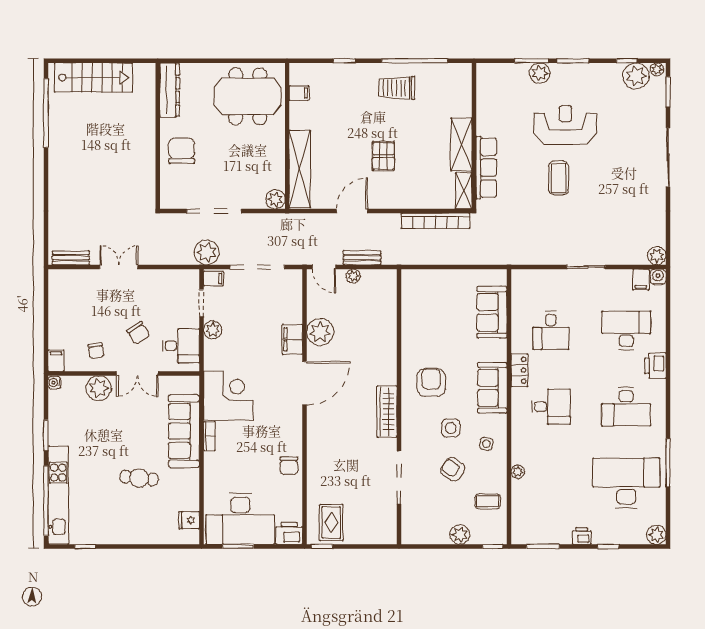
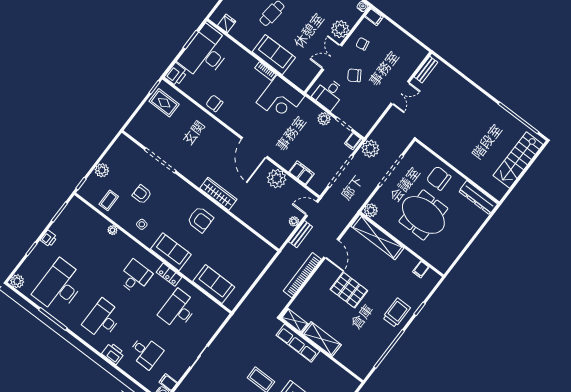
trolley: (397, 88) -> (396, 313), moved
meeting table: (248, 96) -> (423, 215), moved, turned 90
chair: (182, 151) -> (439, 178), turned 180
pallet: (383, 156) -> (349, 290), width x1.50, depth x1.42
bookcase: (435, 221) -> (302, 275), moved
desk: (551, 330) -> (178, 310), width x1.37
desk: (626, 330) -> (146, 352), width x0.73
filing cabinet: (292, 339) -> (302, 173), moved
desk: (551, 407) -> (135, 277), turned 180
wardrobe: (387, 411) -> (218, 194), moved
side table: (451, 428) -> (166, 211), removed
sofa: (184, 431) -> (274, 55), width x0.73
armchair: (453, 469) -> (142, 194), turned -125
desk: (626, 483) -> (59, 286), turned 180

